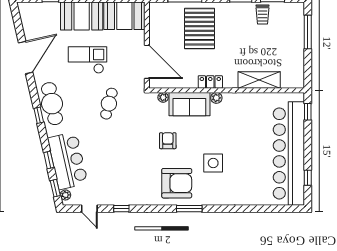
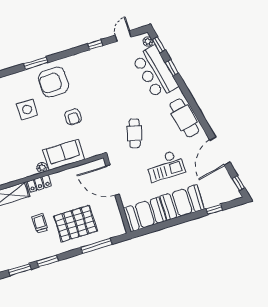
trolley: (263, 15) -> (40, 223), moved
pallet: (200, 29) -> (76, 224), turned 90
locker: (210, 82) -> (39, 184), moved
plant: (163, 97) -> (89, 153), removed
window: (39, 115) -> (238, 183), moved
door: (89, 209) -> (123, 36), hinge flipped

